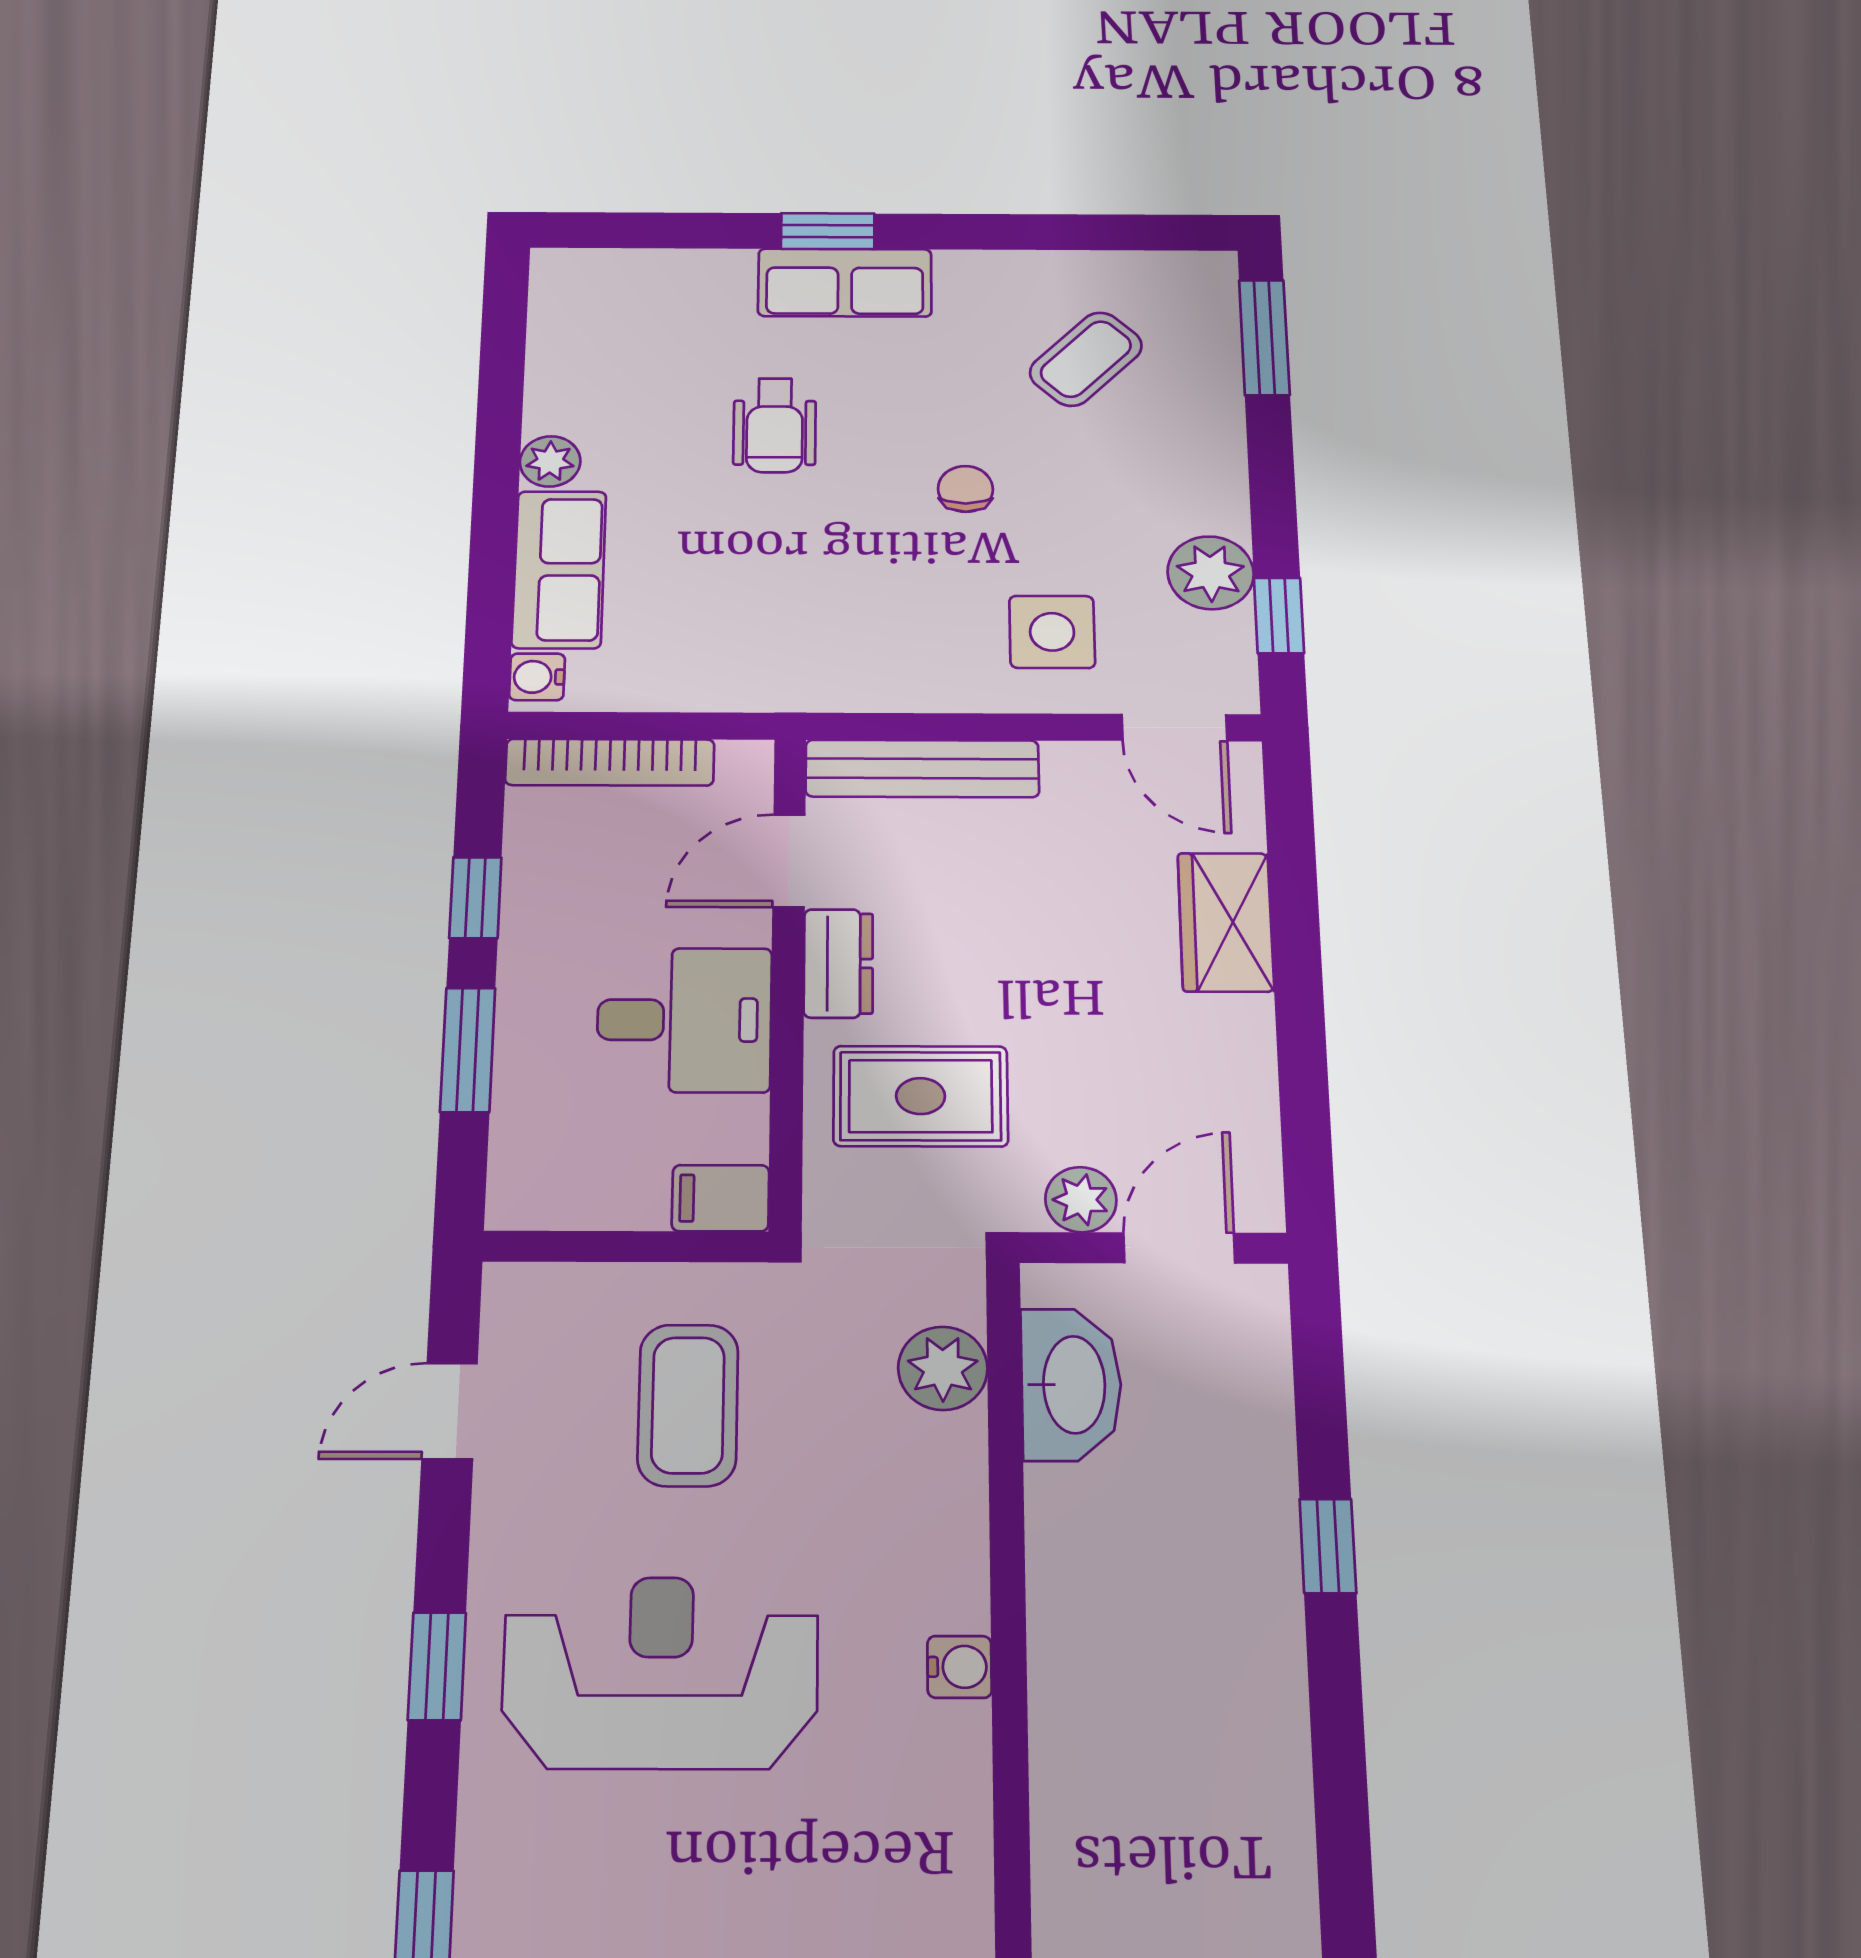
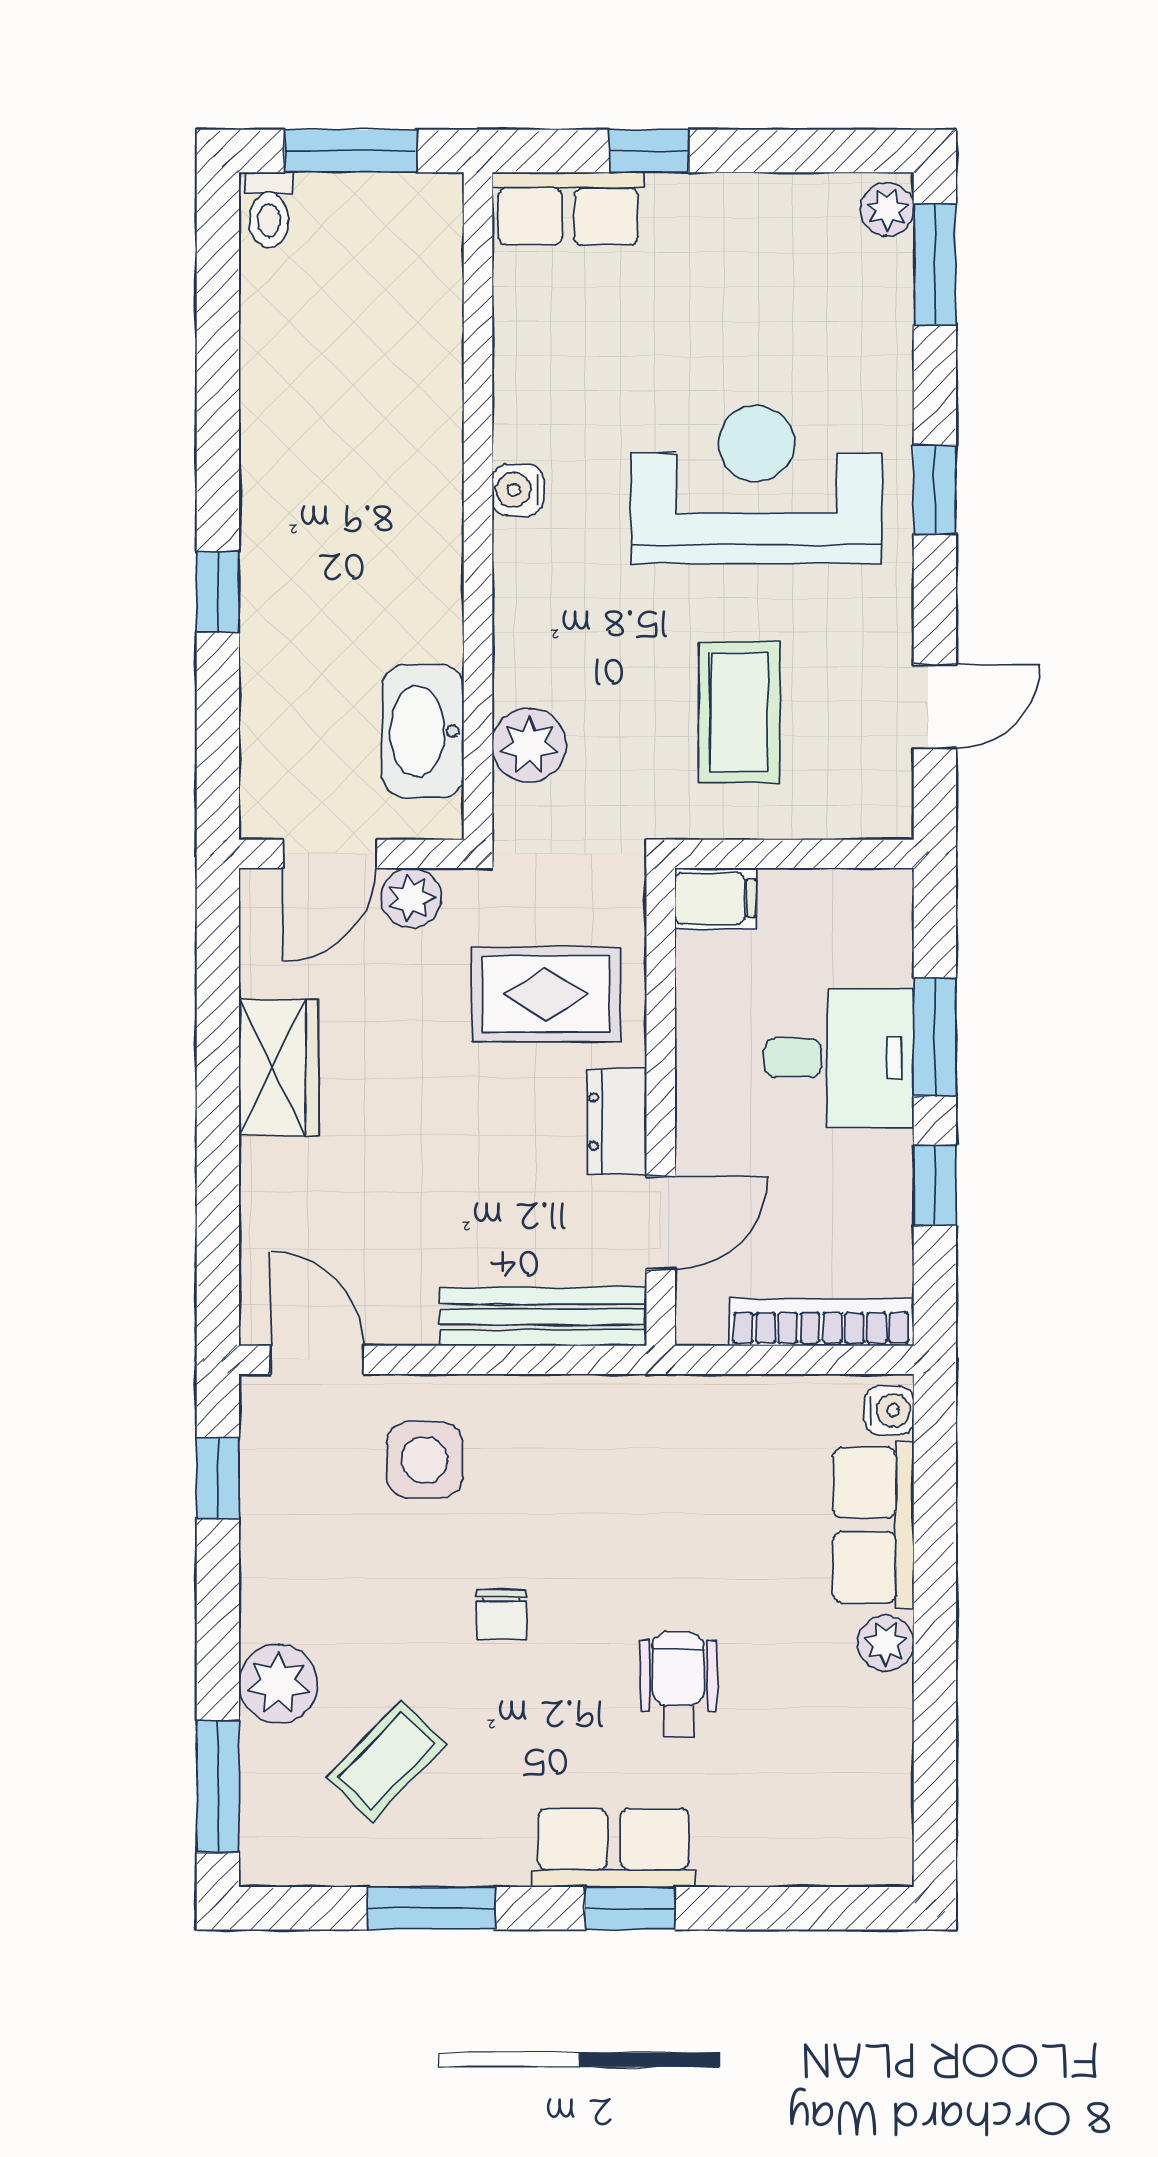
window: (1036, 232) -> (431, 1908), added
plant: (1211, 573) -> (278, 1684), moved
wardrobe: (1226, 922) -> (279, 1068), moved
desk: (684, 1020) -> (839, 1058), moved, turned 180
reception desk: (660, 1672) -> (756, 485), turned 180

